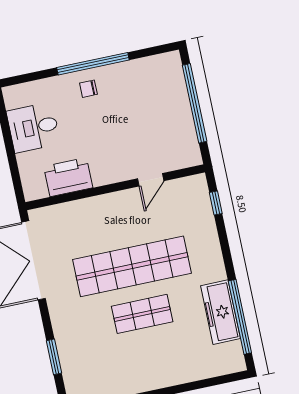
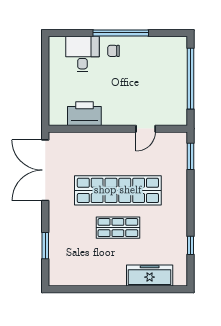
desk: (33, 127) -> (82, 54), moved, turned 90
window: (216, 203) -> (190, 156), width x1.50
freezer: (221, 312) -> (150, 276), moved, turned 90
window: (240, 317) -> (190, 245), width x0.32

